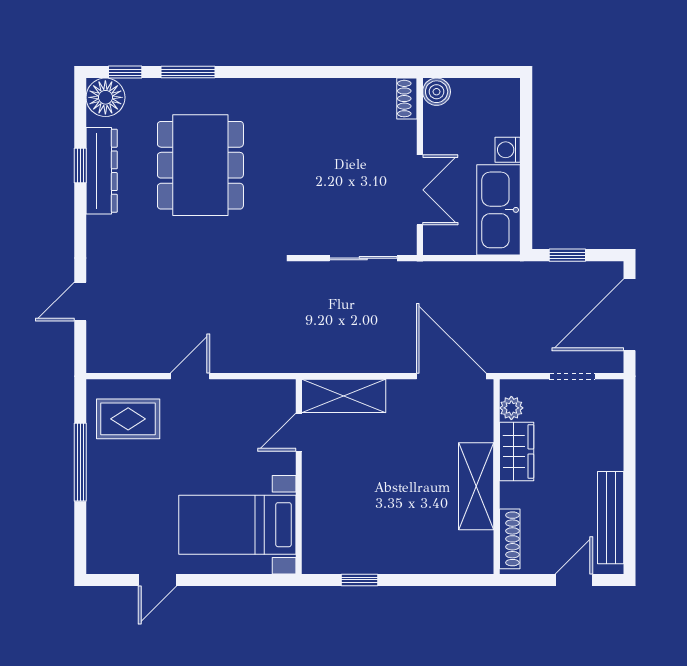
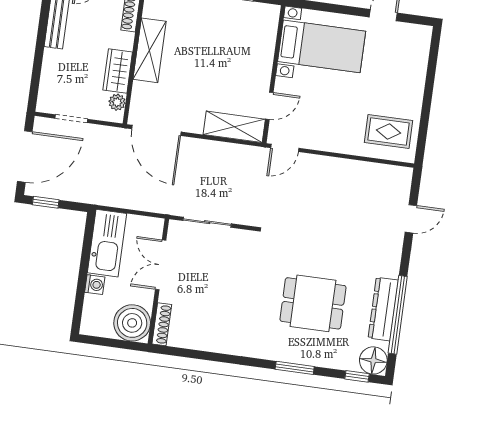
window: (188, 72) -> (295, 368), moved
boiler: (437, 92) -> (132, 323), width x1.86, depth x1.86
shoe rack: (407, 99) -> (162, 324), width x1.43
dining table: (200, 165) -> (313, 303), width x0.73
window: (80, 166) -> (398, 315), width x3.17
window: (567, 255) -> (46, 202), moved
door: (190, 376) -> (285, 148), moved
window: (80, 462) -> (426, 106), removed

